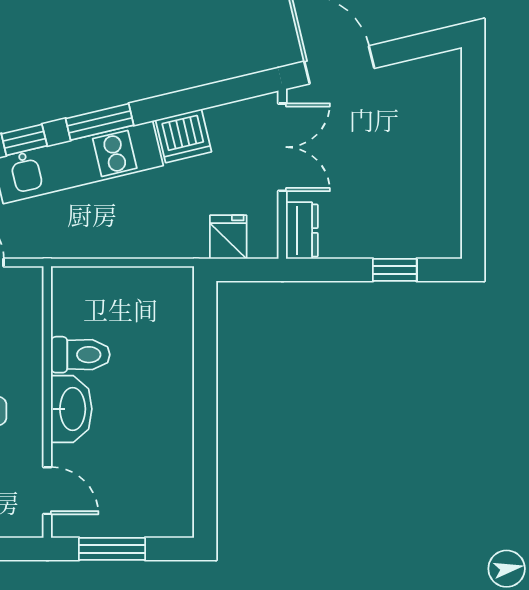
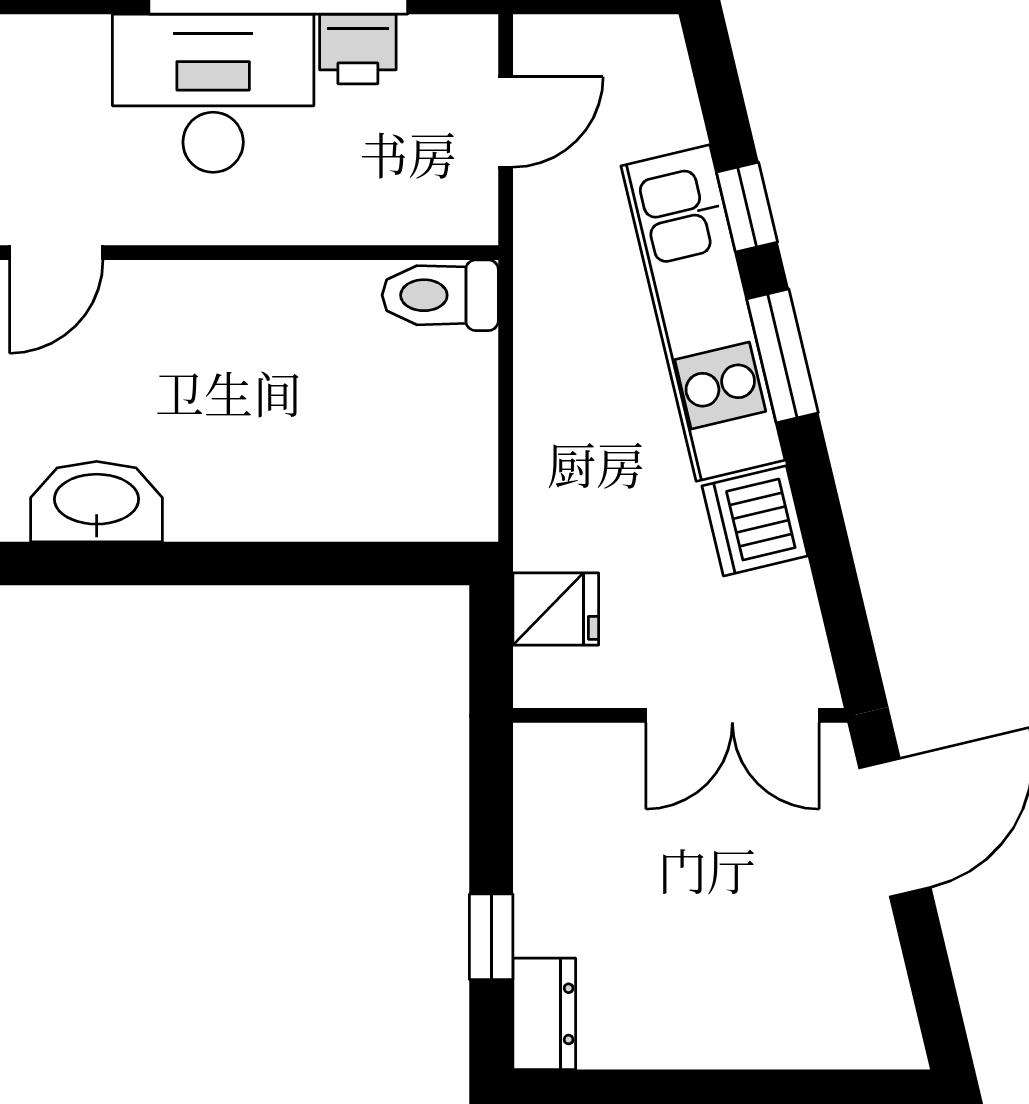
dresser: (302, 230) -> (544, 1014), moved, turned -90
toilet: (80, 355) -> (440, 295), moved, turned 90
washbasin: (71, 409) -> (97, 502), moved, turned 180

